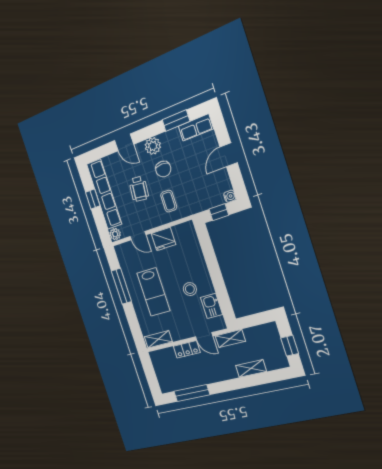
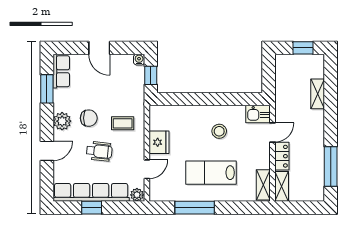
lab bench: (153, 292) -> (211, 173), turned 180
kitchen sink: (211, 306) -> (258, 114), moved
shelving: (230, 339) -> (282, 186), moved

